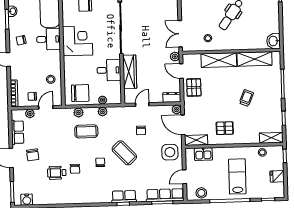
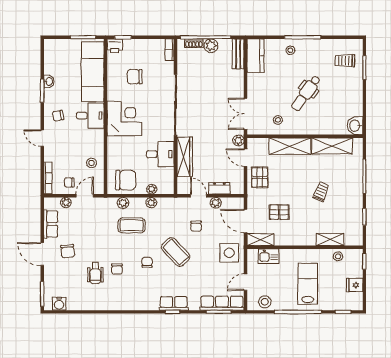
dresser: (172, 97) -> (219, 188), moved
door: (142, 104) -> (198, 196), hinge flipped
plant: (176, 109) -> (216, 203), moved
pallet: (225, 128) -> (279, 212), moved
shelving: (271, 138) -> (330, 239), moved
wheelchair: (57, 173) -> (95, 273), turned -90

